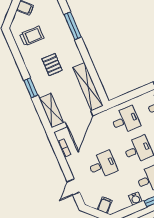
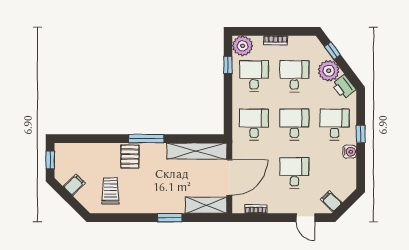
window: (73, 26) -> (146, 139), moved
pallet: (52, 65) -> (130, 157), moved, turned 90
door: (79, 119) -> (229, 177), hinge flipped
filing cabinet: (105, 205) -> (331, 201), moved

